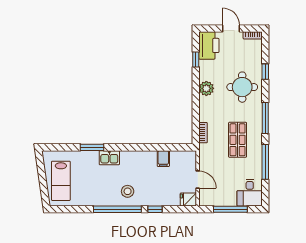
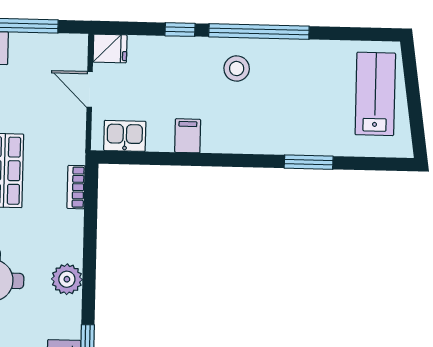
kitchen sink: (109, 158) -> (125, 136), moved
filing cabinet: (163, 159) -> (188, 136), moved

